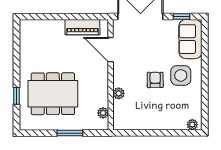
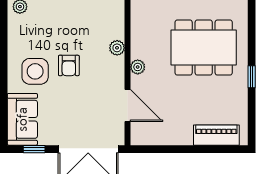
piano: (82, 27) -> (216, 135), moved
window: (17, 96) -> (252, 77), moved
plant: (103, 113) -> (138, 67), moved

